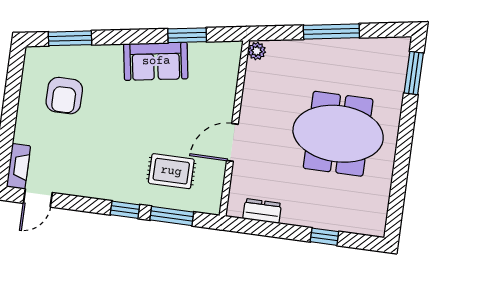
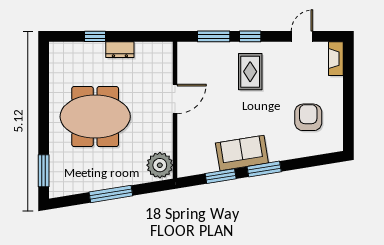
window: (70, 38) -> (264, 169), moved
plant: (257, 51) -> (160, 165), width x1.87, depth x1.87
rug: (171, 171) -> (250, 72), moved, turned 90
door: (38, 198) -> (302, 36), moved
dresser: (262, 211) -> (120, 50), moved

